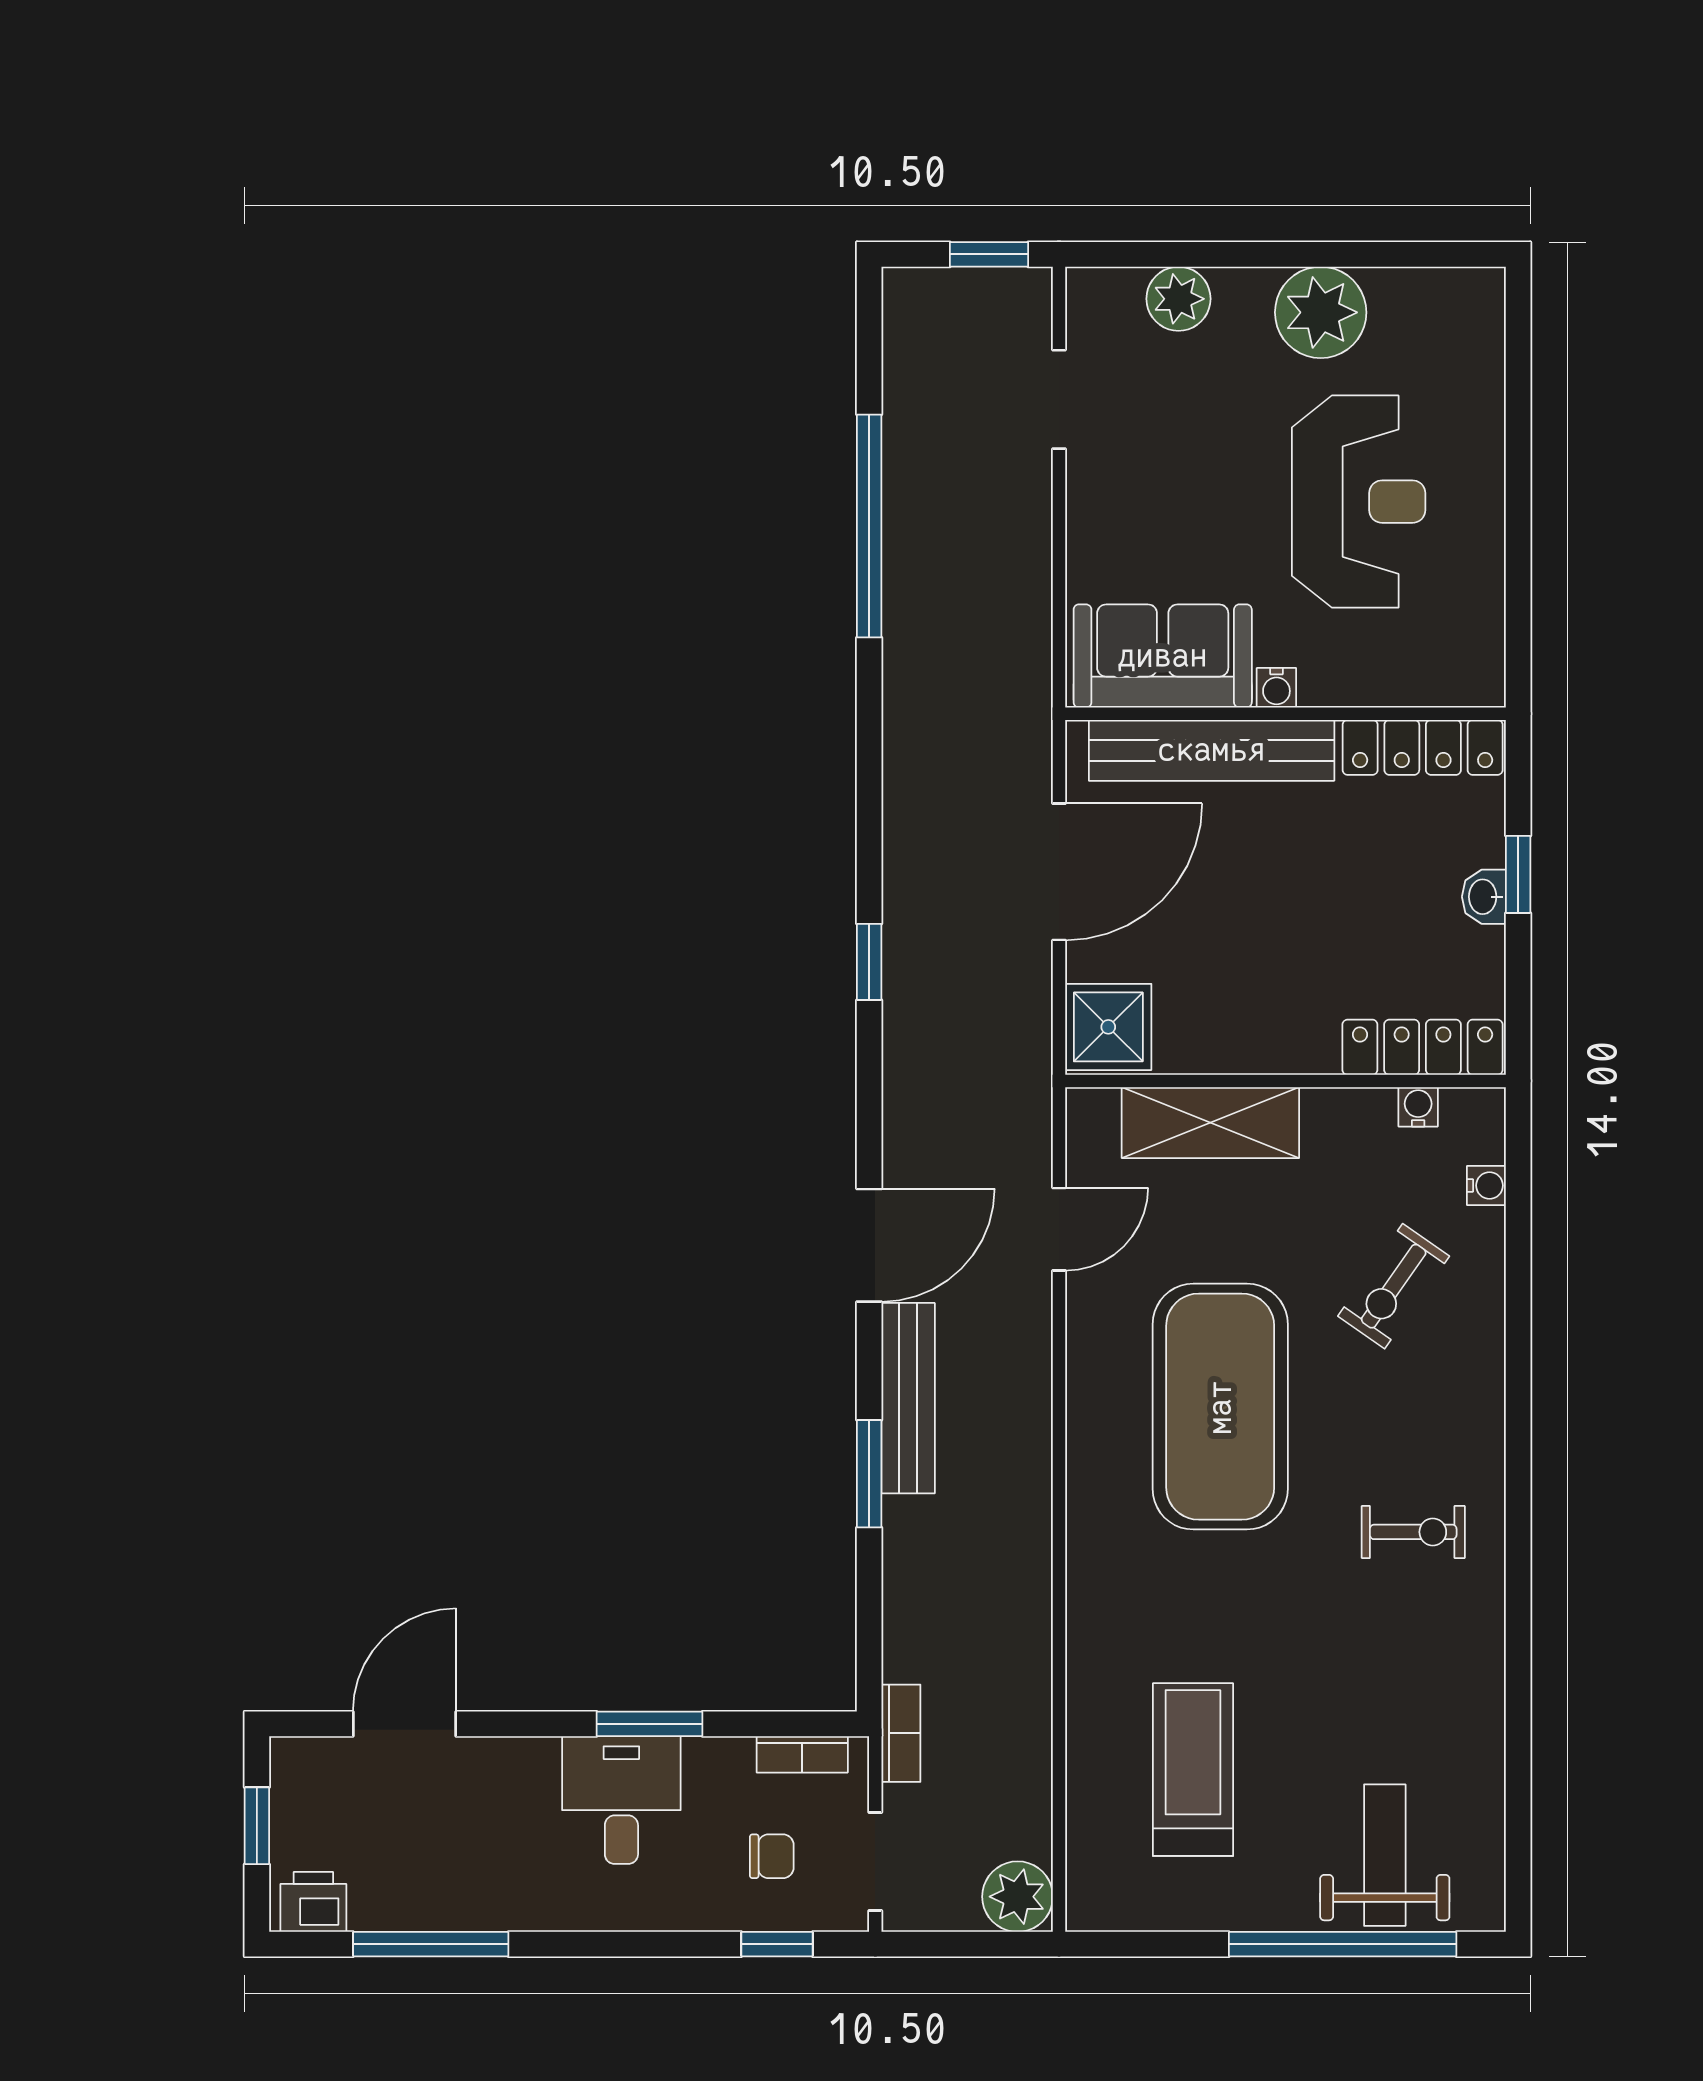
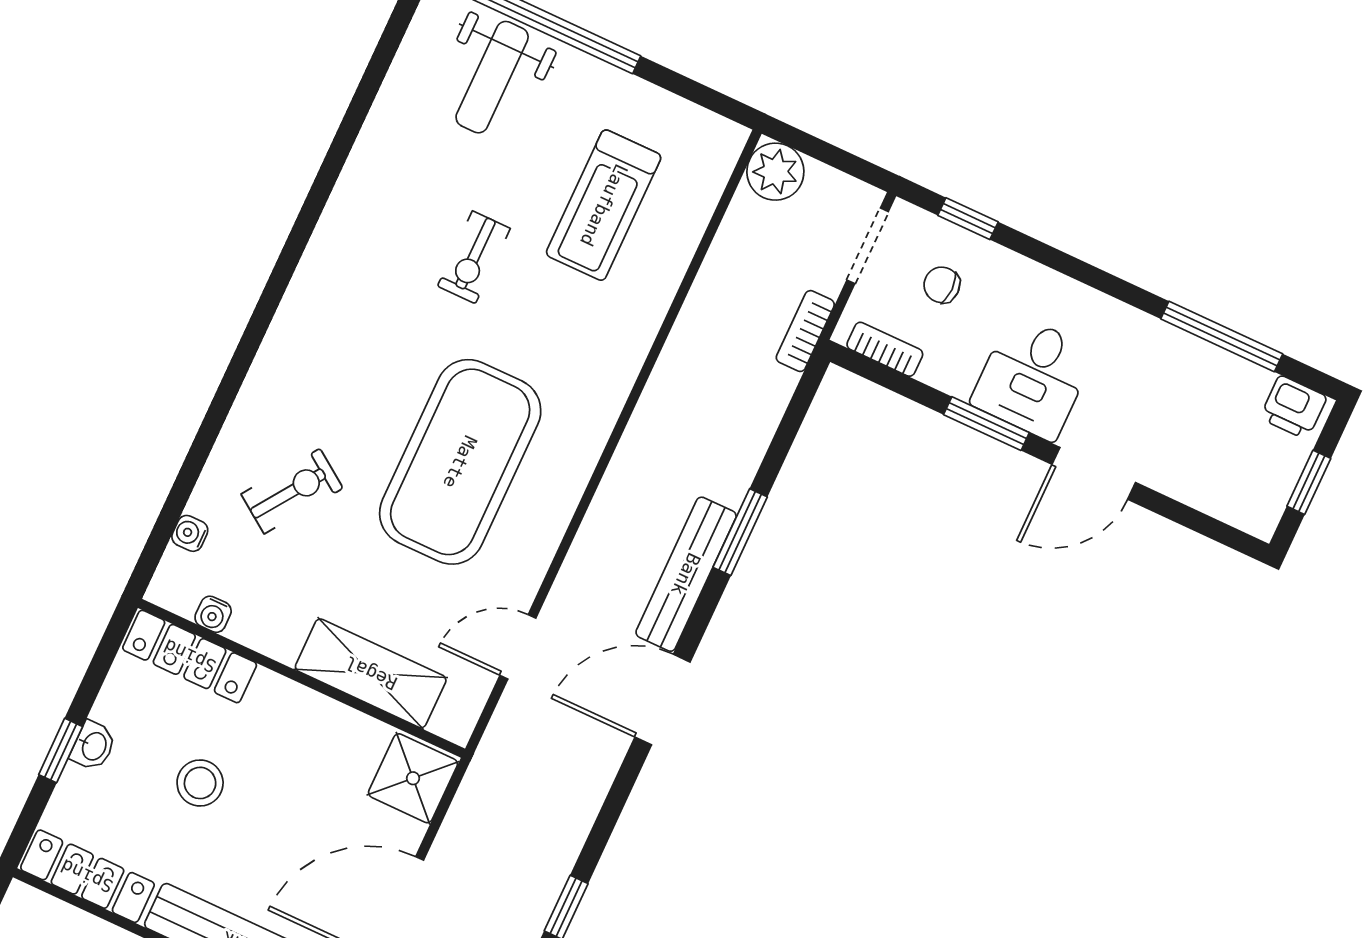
stool: (1345, 911) -> (200, 783), added
exercise bike: (1413, 1532) -> (474, 257), moved, turned -90
door: (405, 1724) -> (1094, 473), moved

